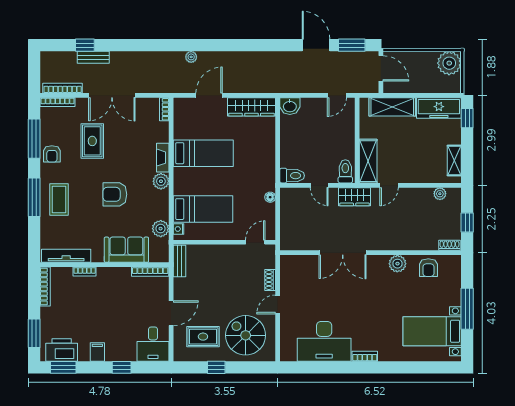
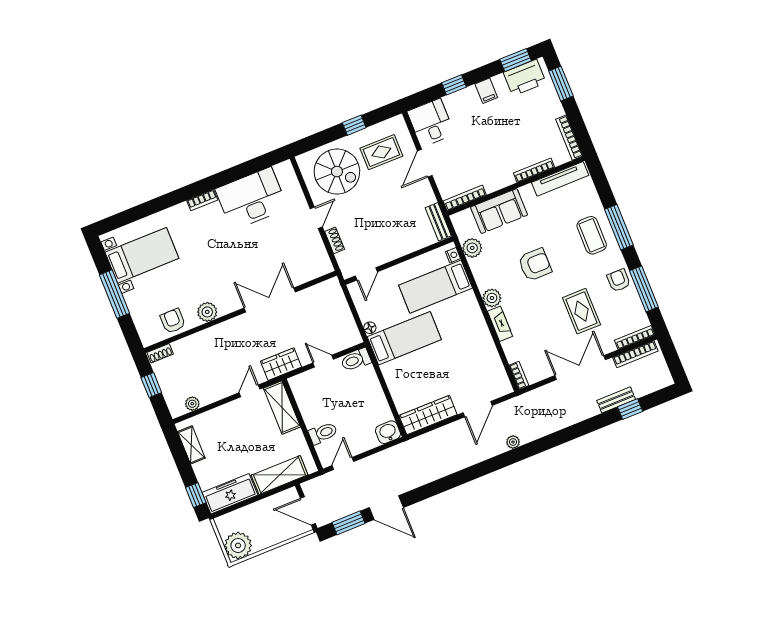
bed: (203, 153) -> (404, 338), moved, turned 180
toilet: (345, 171) -> (323, 433), moved, turned -90
bookcase: (85, 272) -> (534, 170), width x1.56

